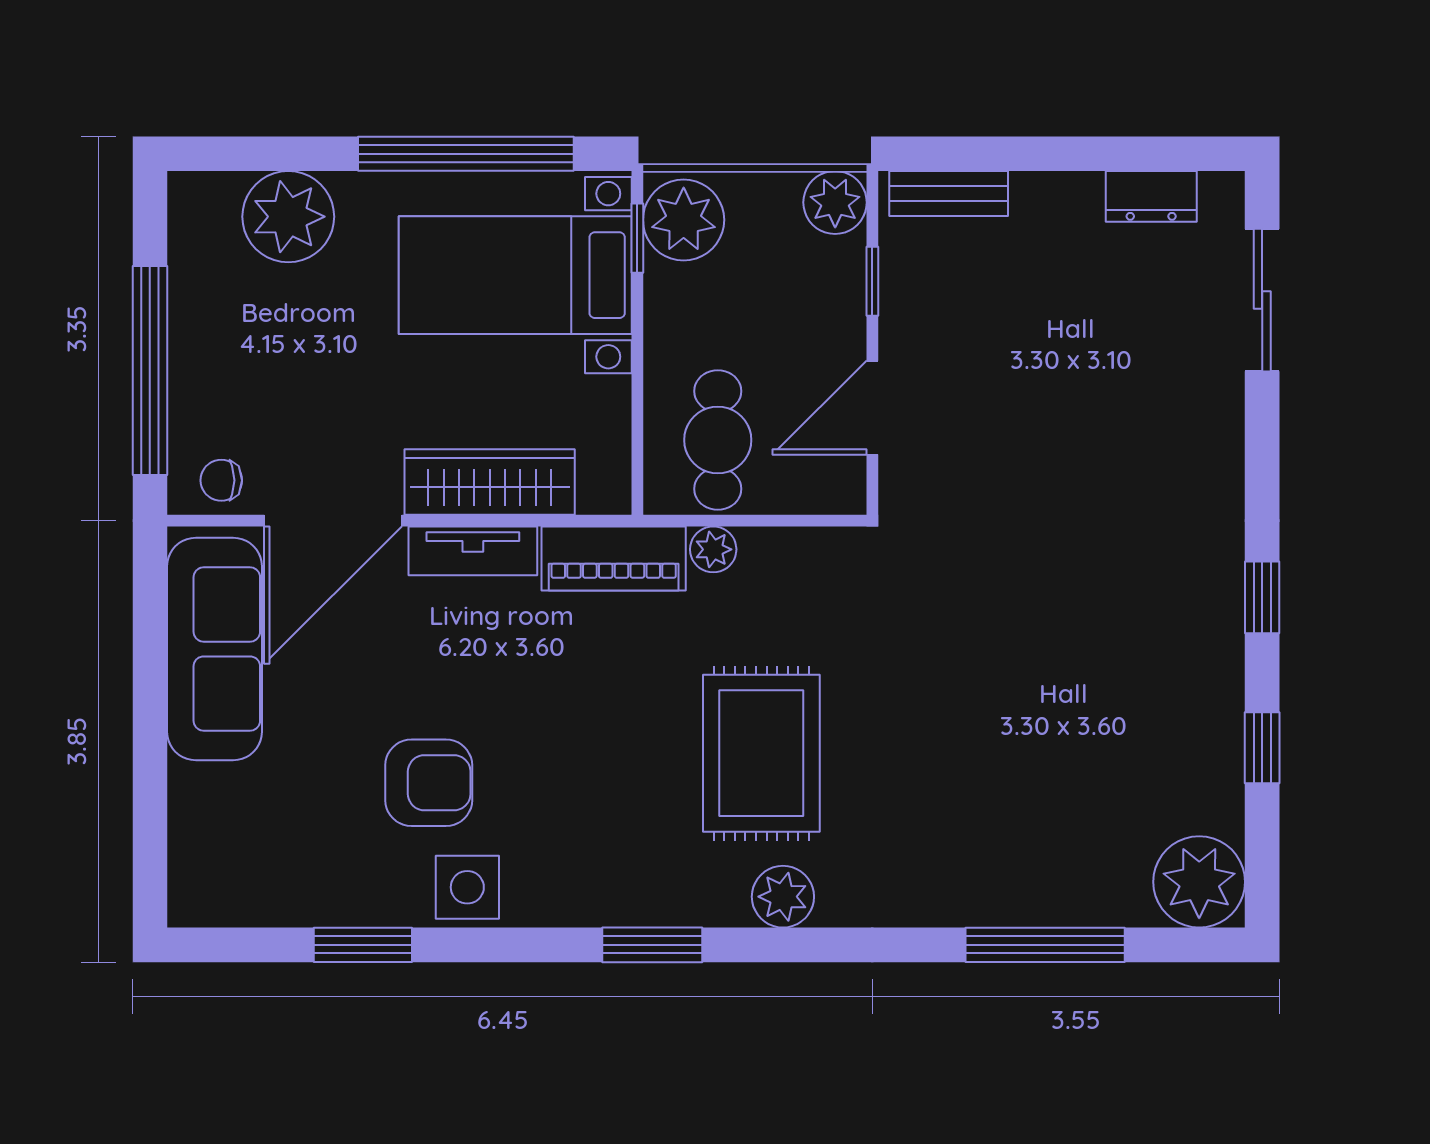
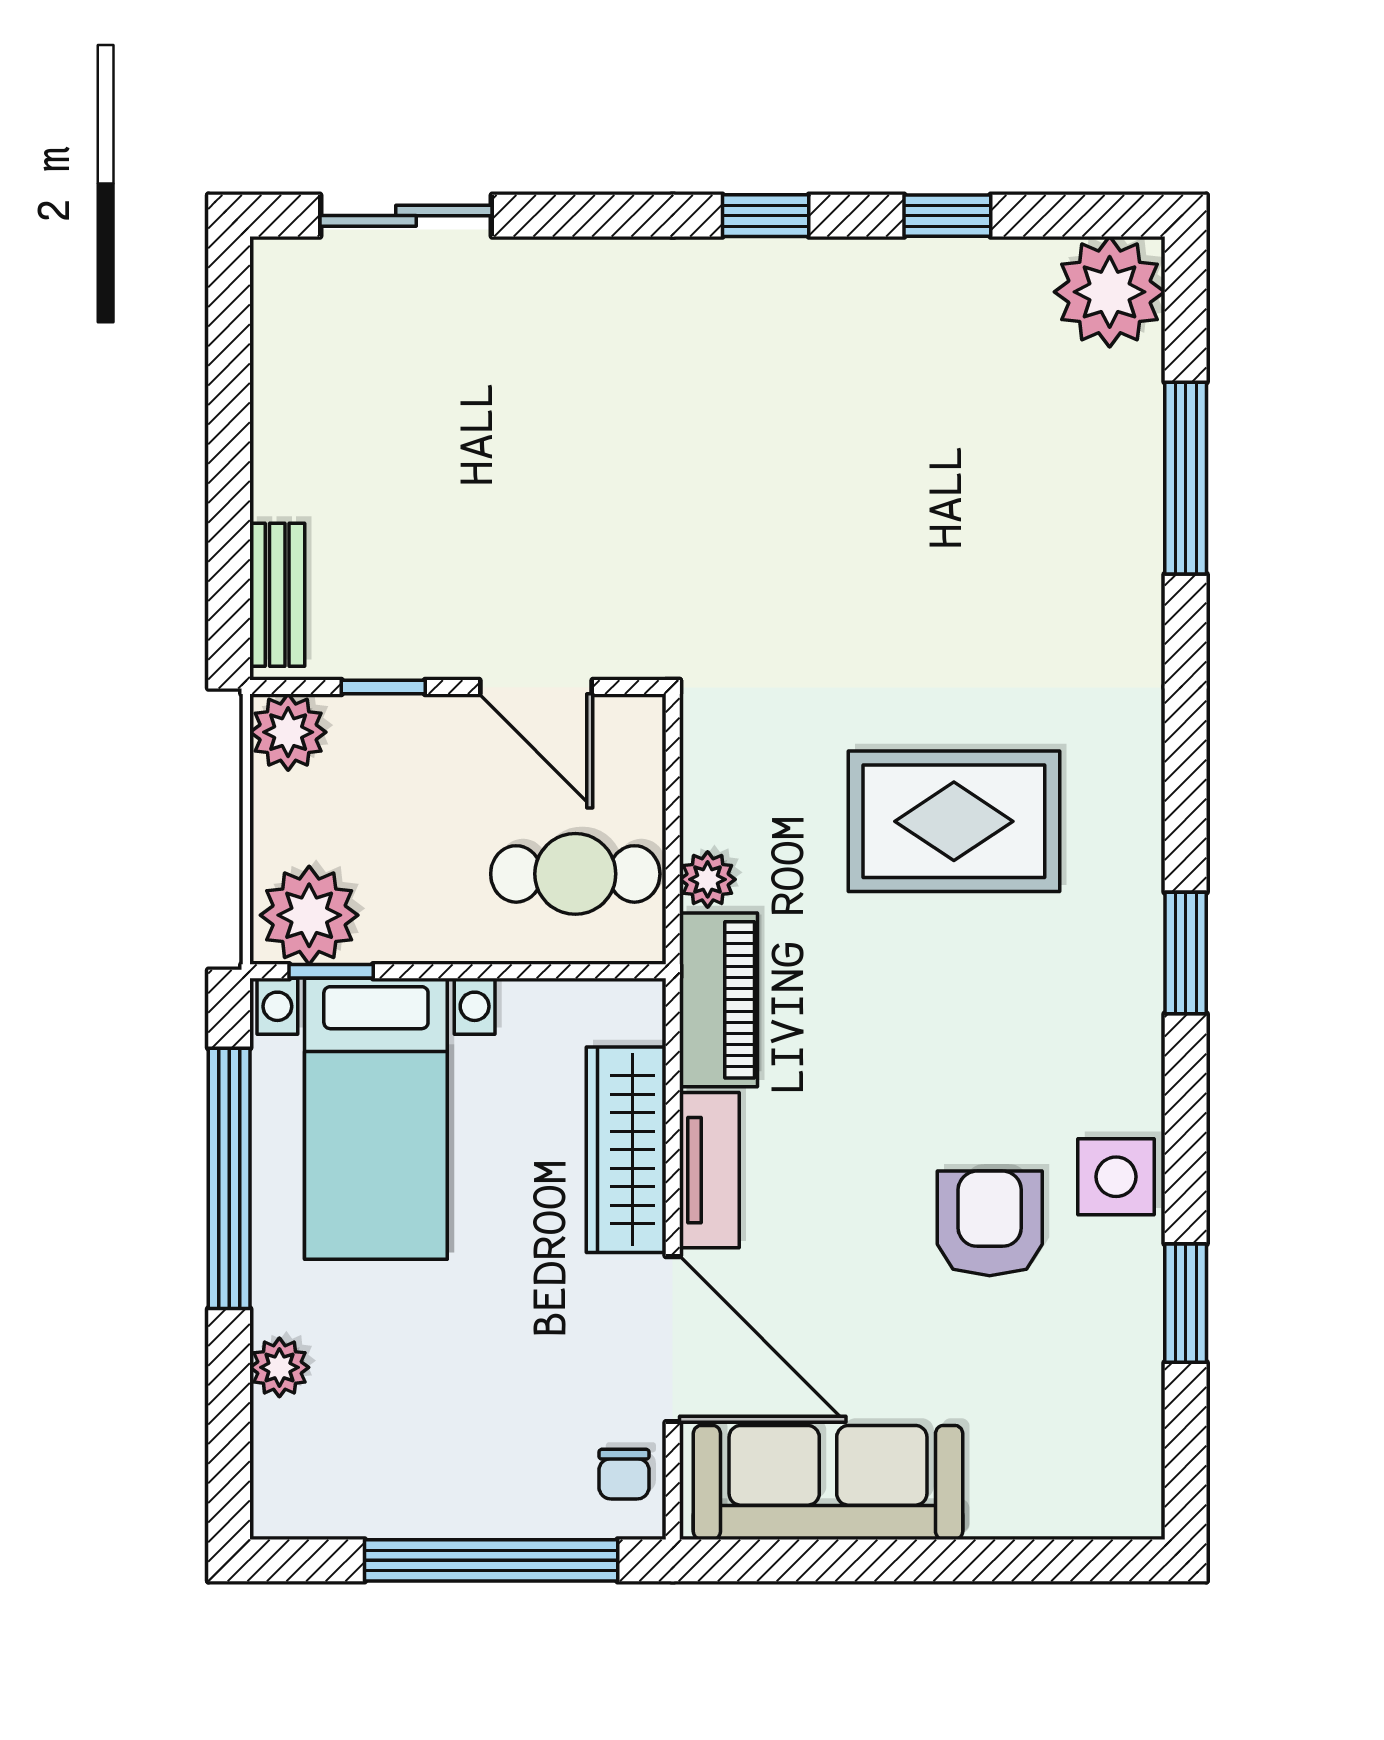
dresser: (1151, 196) -> (281, 350), removed
plant: (288, 217) -> (279, 1367), width x0.53, depth x0.53
plant: (783, 897) -> (1127, 795), removed

